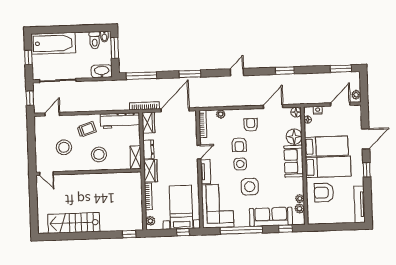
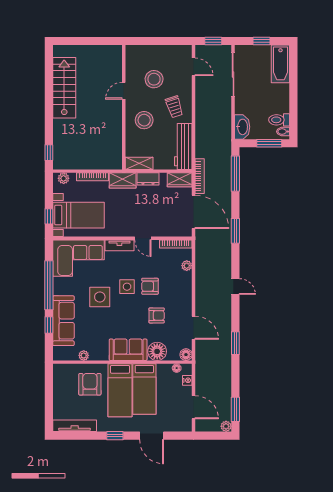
bathtub: (53, 43) -> (280, 64), width x0.73, depth x0.73
plant: (356, 95) -> (226, 426), moved
armchair: (251, 125) -> (157, 315), moved
door: (46, 174) -> (124, 91), moved
plant: (300, 209) -> (72, 355), removed
window: (286, 229) -> (49, 325), moved

